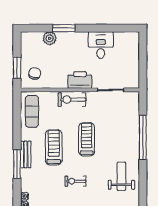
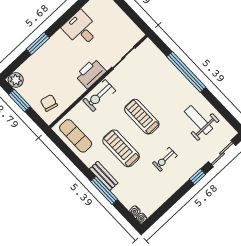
plant: (50, 38) -> (16, 80), moved
window: (17, 68) -> (19, 100), moved

